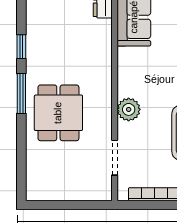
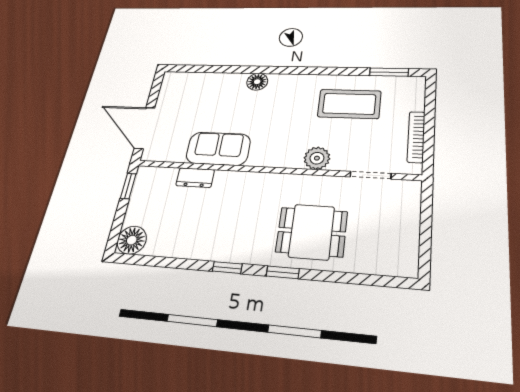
window: (21, 93) -> (283, 272), width x0.67

